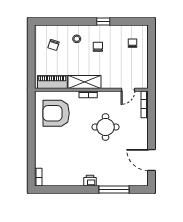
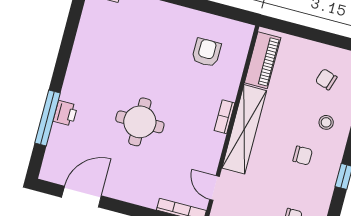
shelving: (84, 82) -> (244, 129), width x1.47
armchair: (56, 113) -> (206, 52), width x0.53, depth x0.53
round table: (106, 127) -> (140, 122), moved
printer: (90, 181) -> (65, 113), moved

